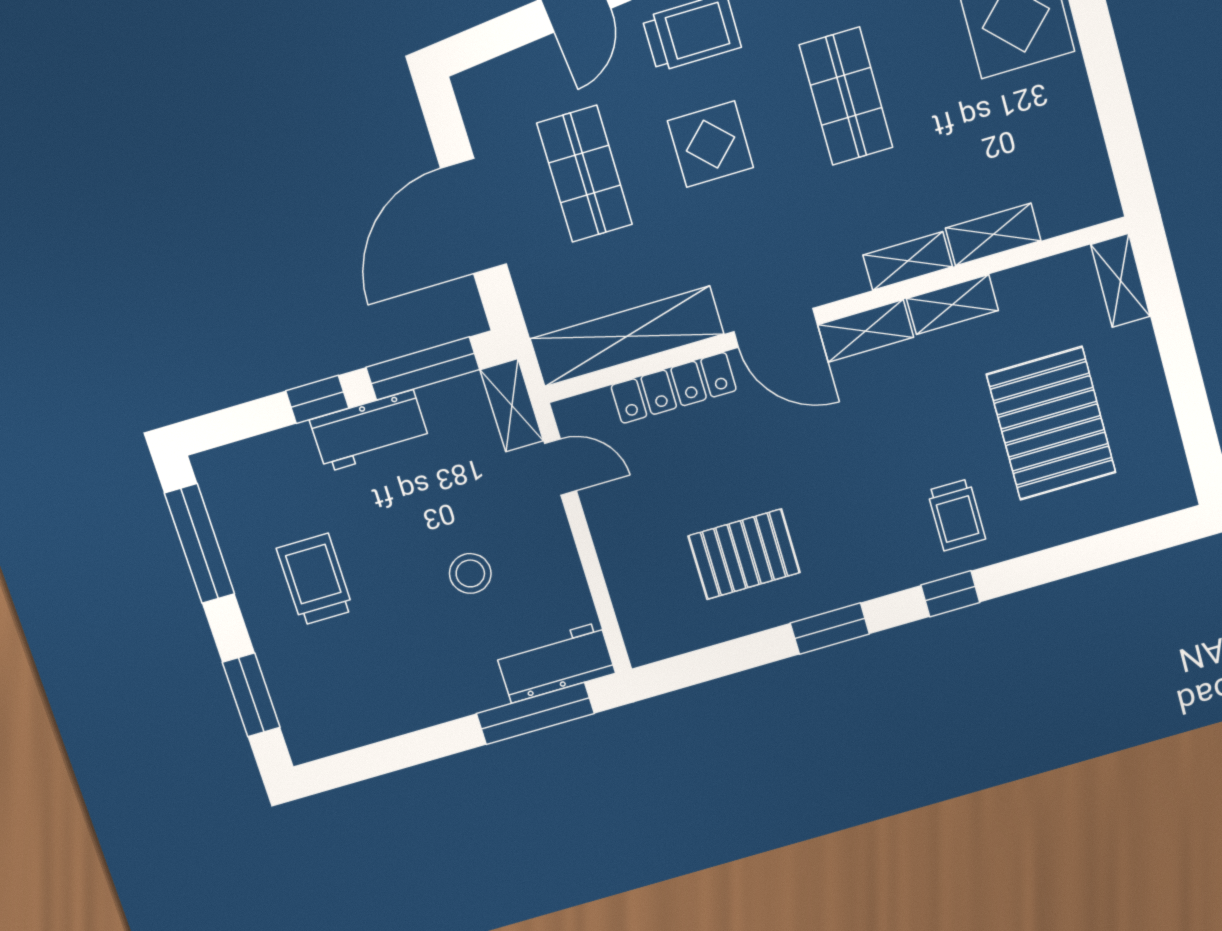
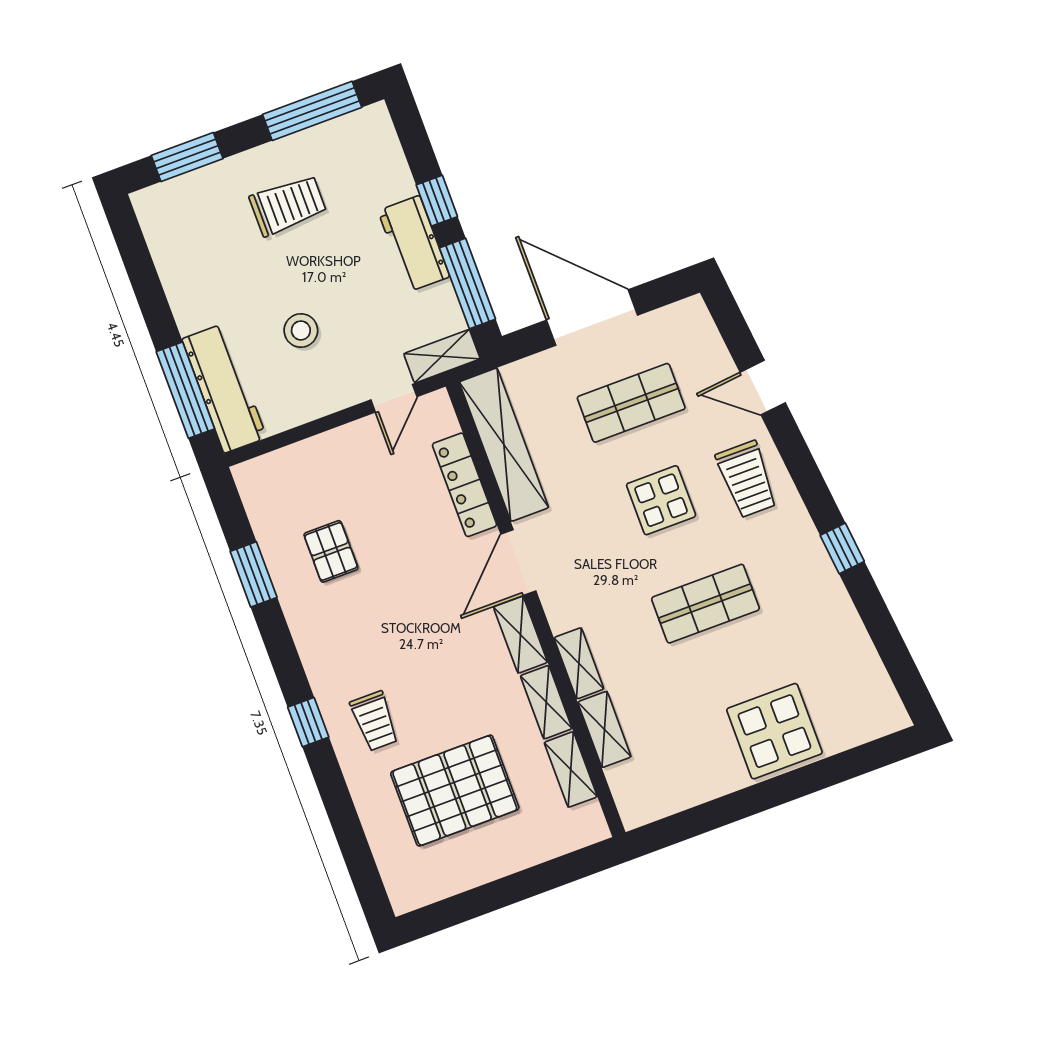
shelving: (1120, 280) -> (571, 770), moved, turned 90
trolley: (956, 515) -> (375, 721), turned -90
pallet: (744, 554) -> (331, 551), width x0.67, depth x0.71
window: (830, 629) -> (254, 574), moved
workbench: (555, 662) -> (224, 388), width x1.37

